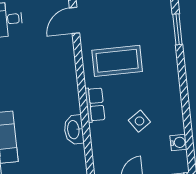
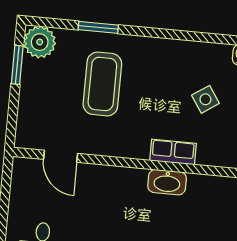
coffee table: (117, 61) -> (102, 84), moved
washbasin: (74, 130) -> (167, 182), moved

